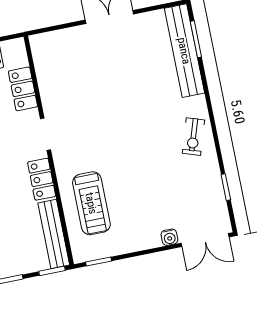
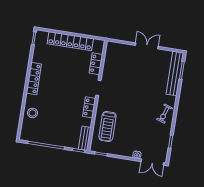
bench: (54, 234) -> (85, 138), width x0.73

